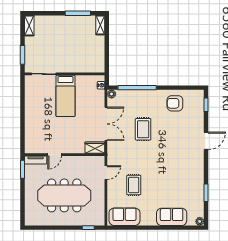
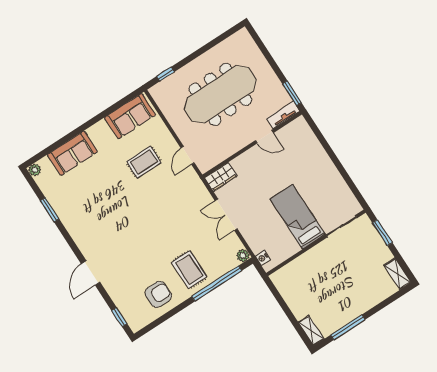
double door: (106, 124) -> (226, 215), width x0.73
rug: (143, 129) -> (189, 270), moved
door: (55, 155) -> (264, 137), swing flipped
rug: (134, 185) -> (144, 162), turned 90

